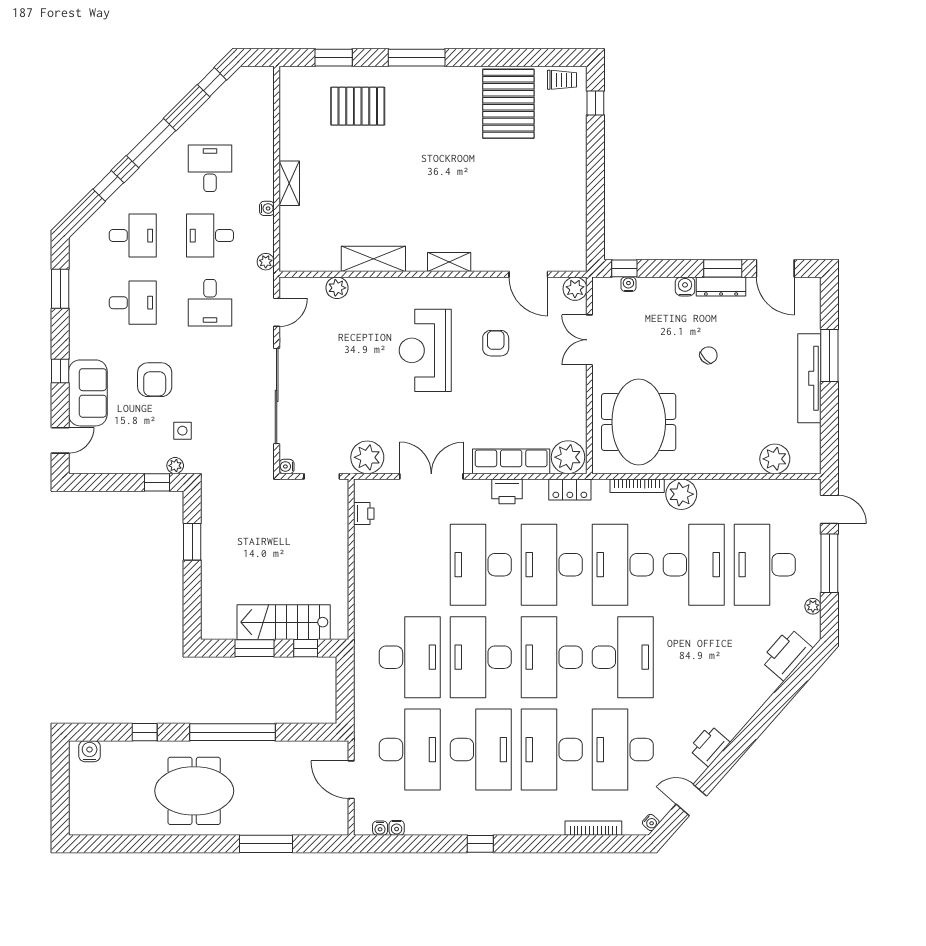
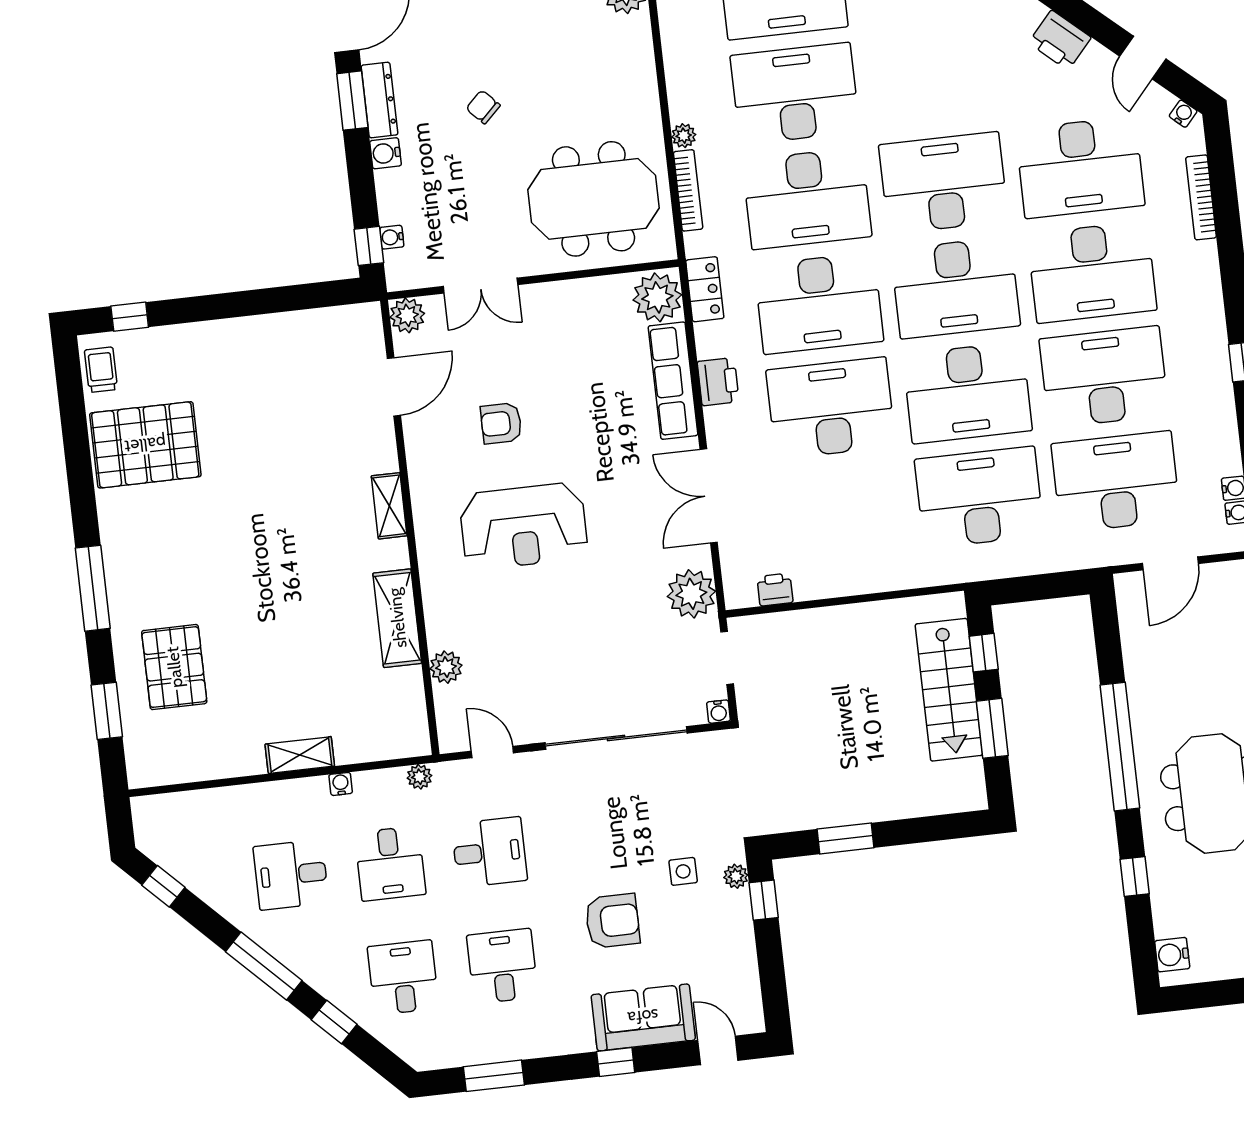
plant: (681, 494) -> (684, 136), width x0.53, depth x0.53
desk: (481, 565) -> (831, 408), turned 180

